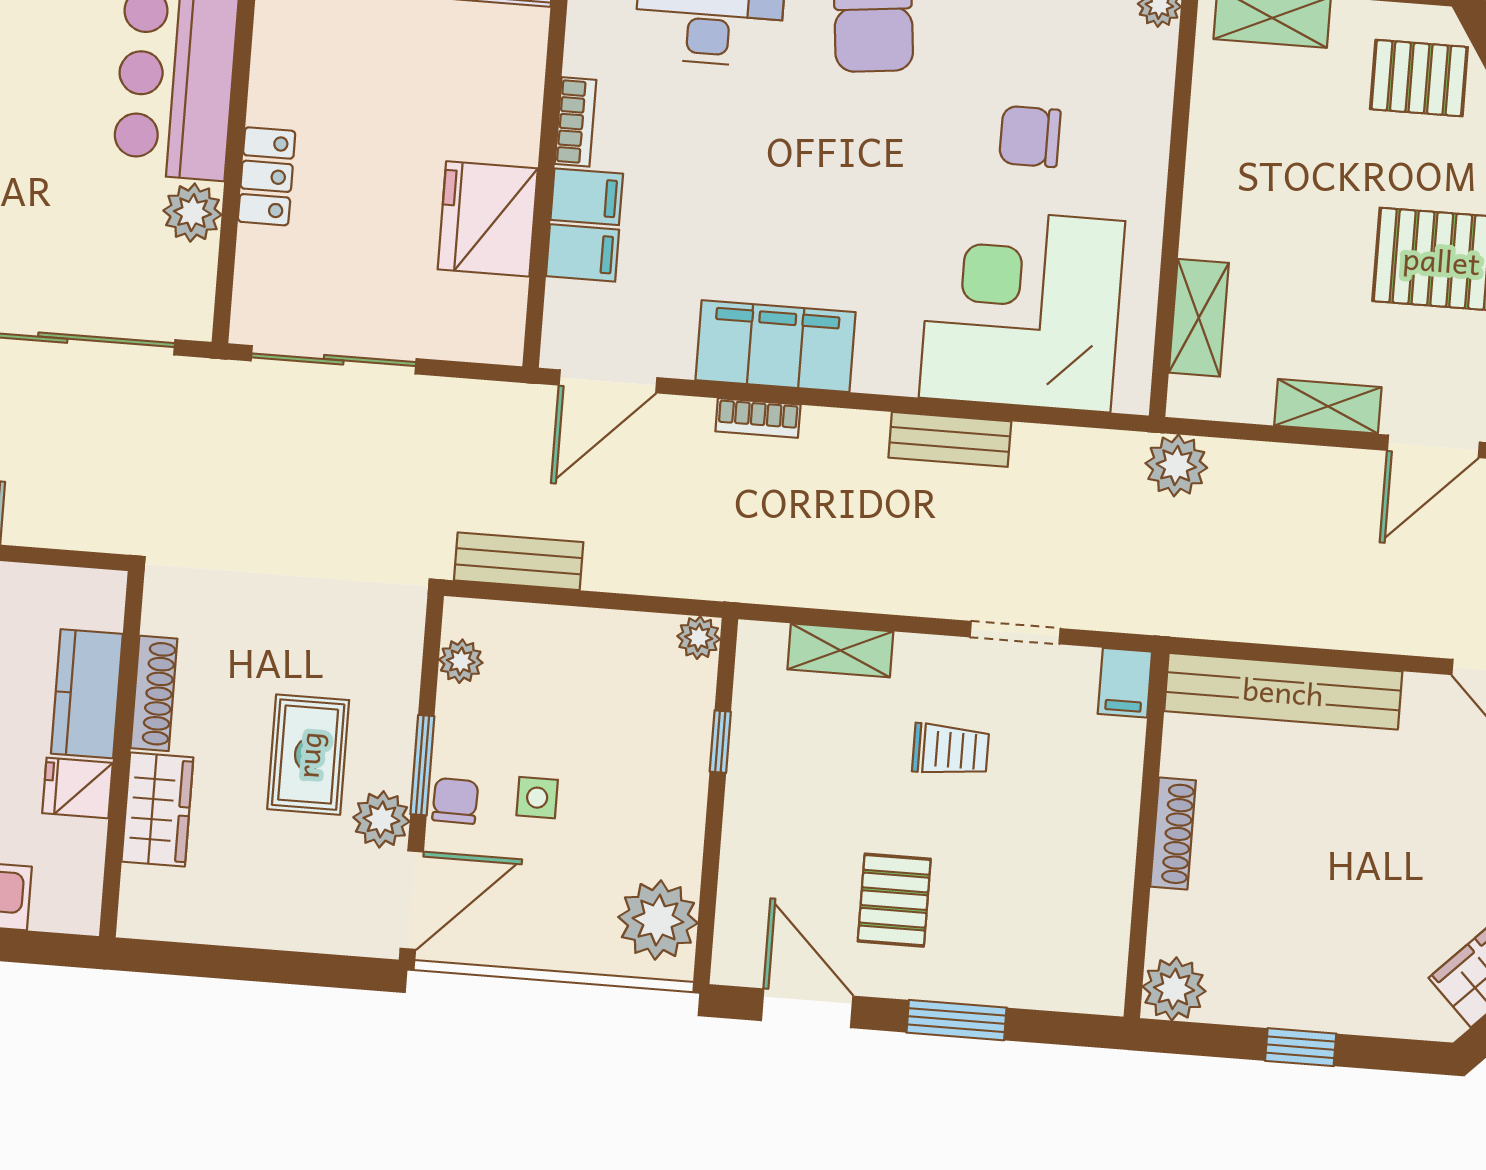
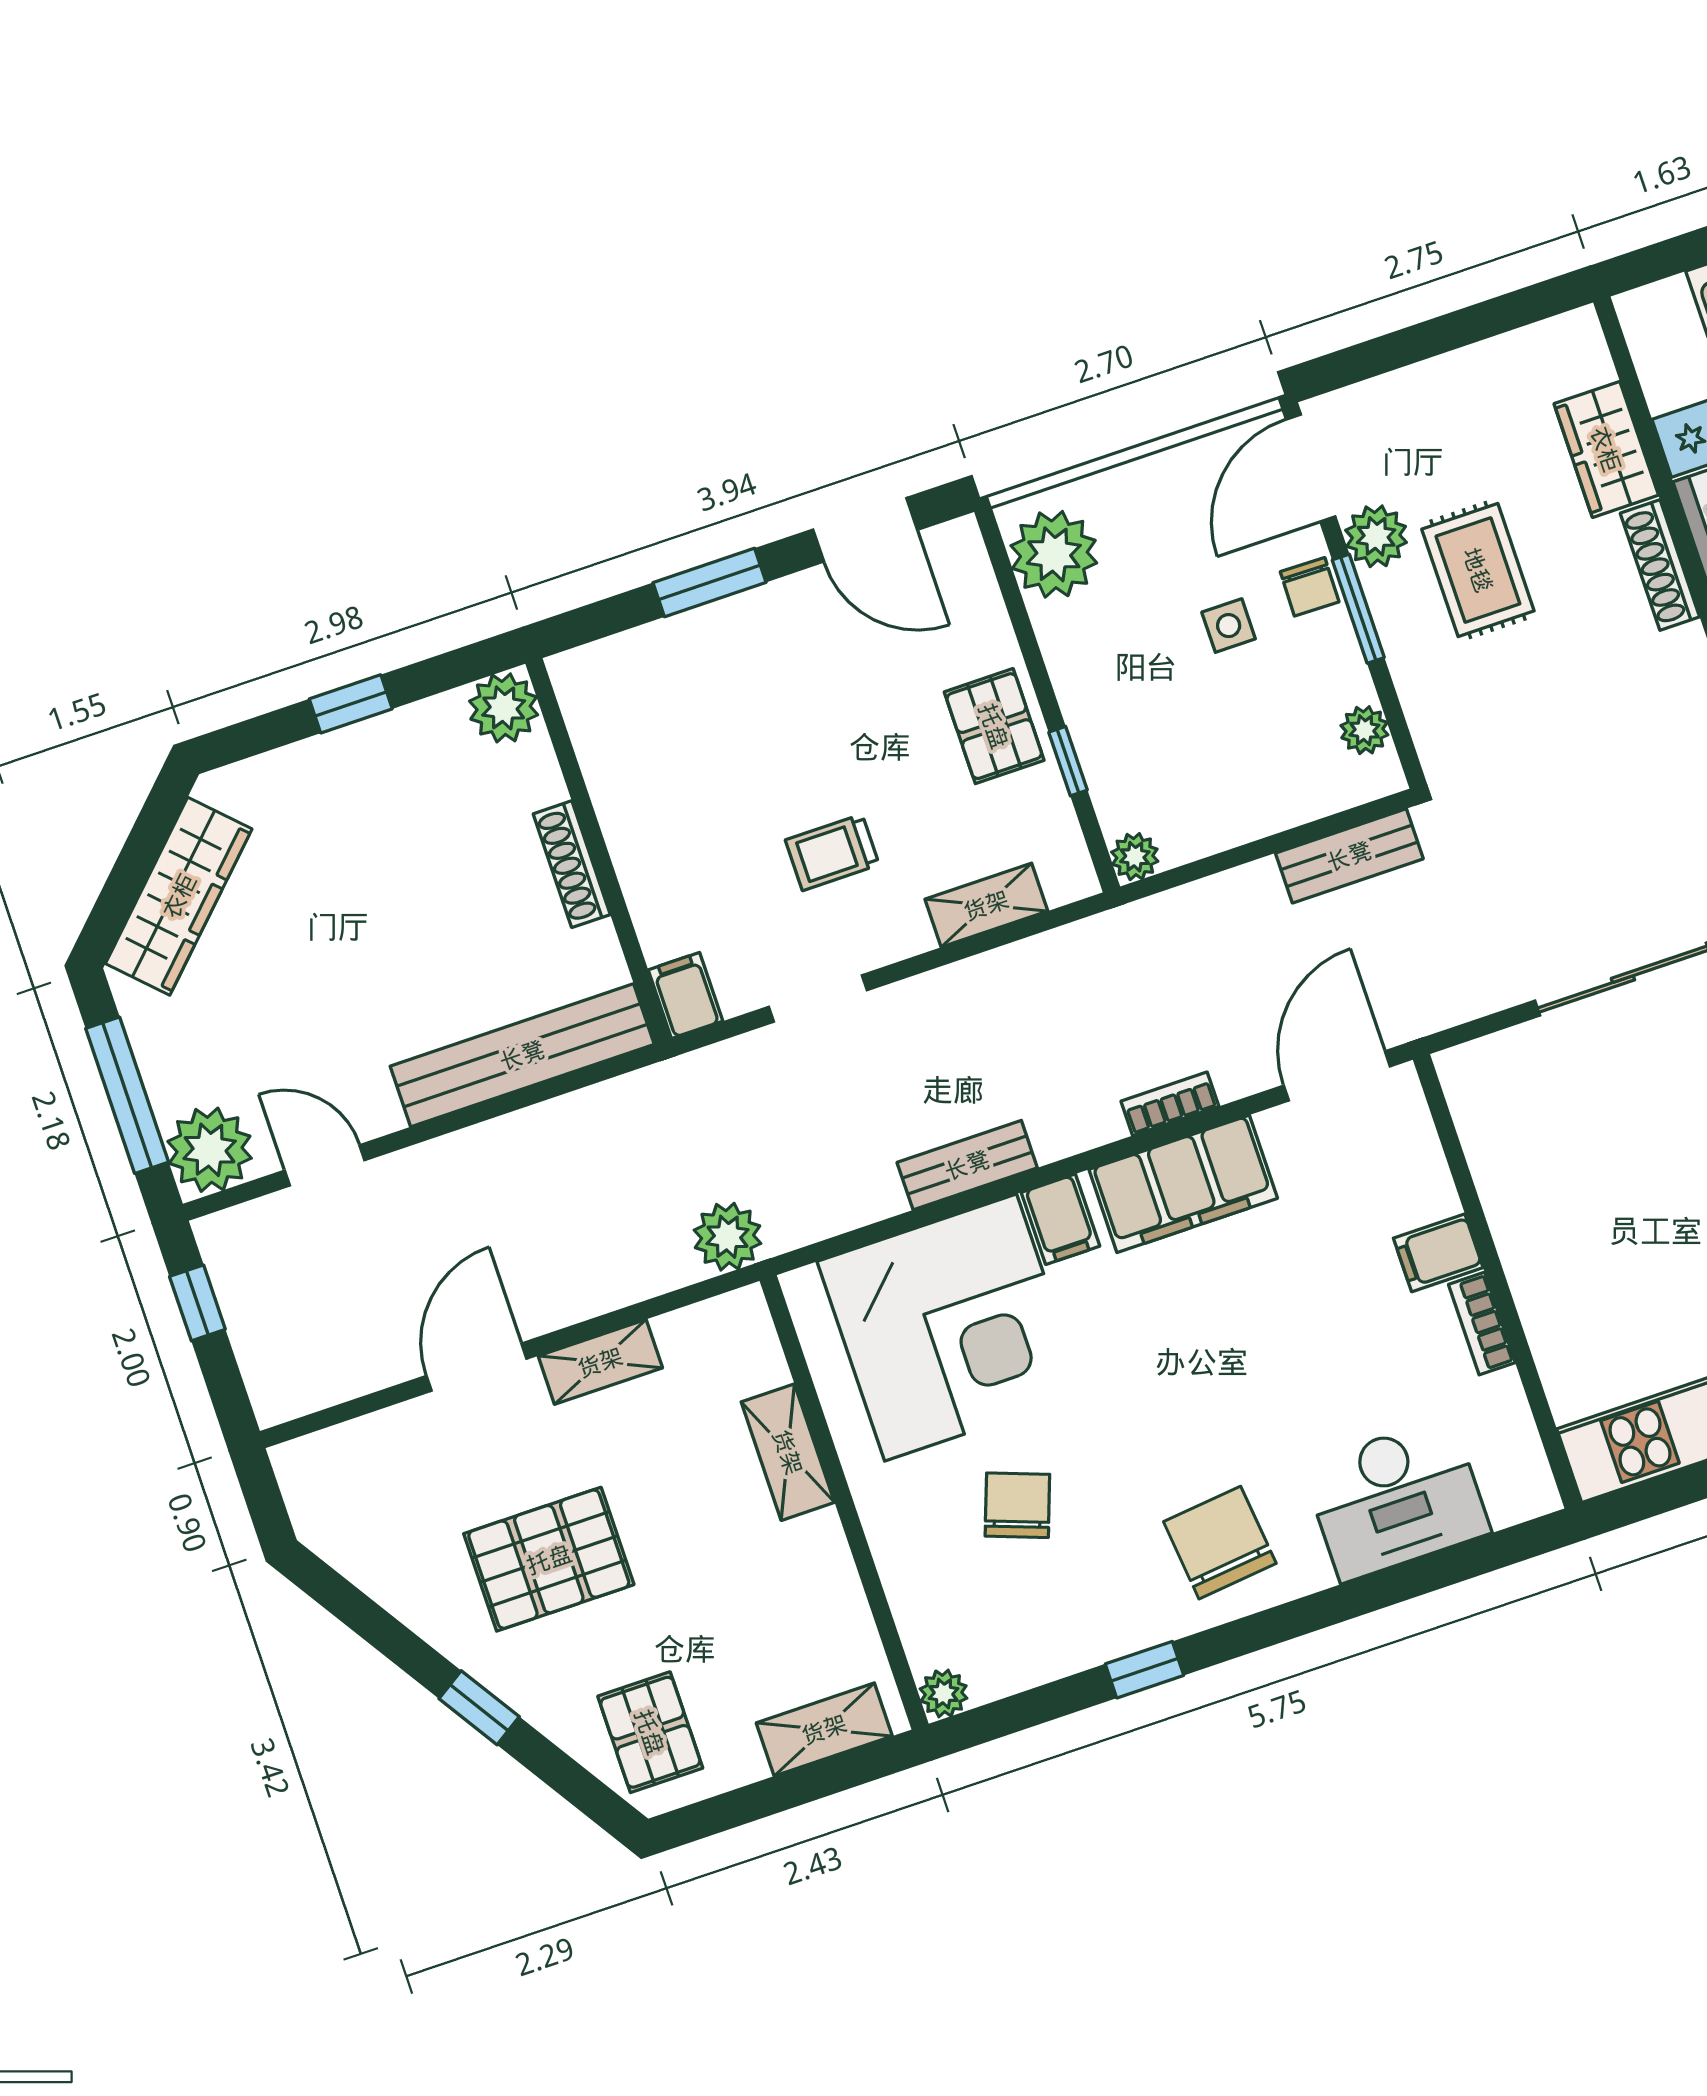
pallet: (1419, 78) -> (650, 1732), turned 90
chair: (1030, 136) -> (1017, 1505), turned -70
fridge: (488, 219) -> (1528, 1188), removed
filing cabinet: (583, 253) -> (1061, 1219), moved, turned -90
shelving: (1199, 318) -> (788, 1452), moved
pallet: (894, 900) -> (994, 726), moved

